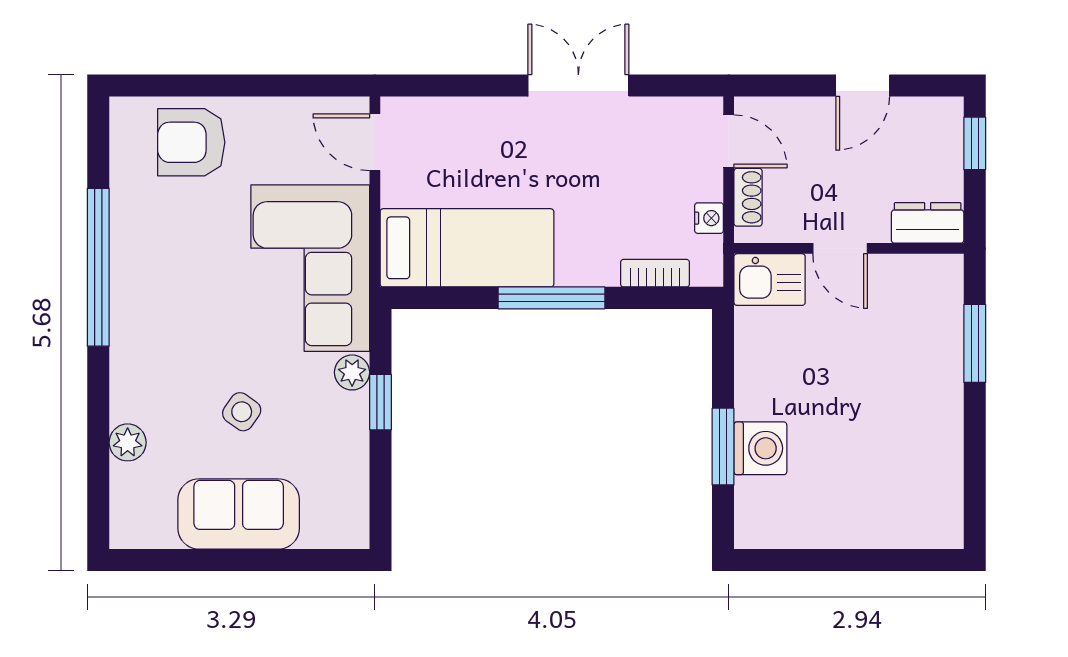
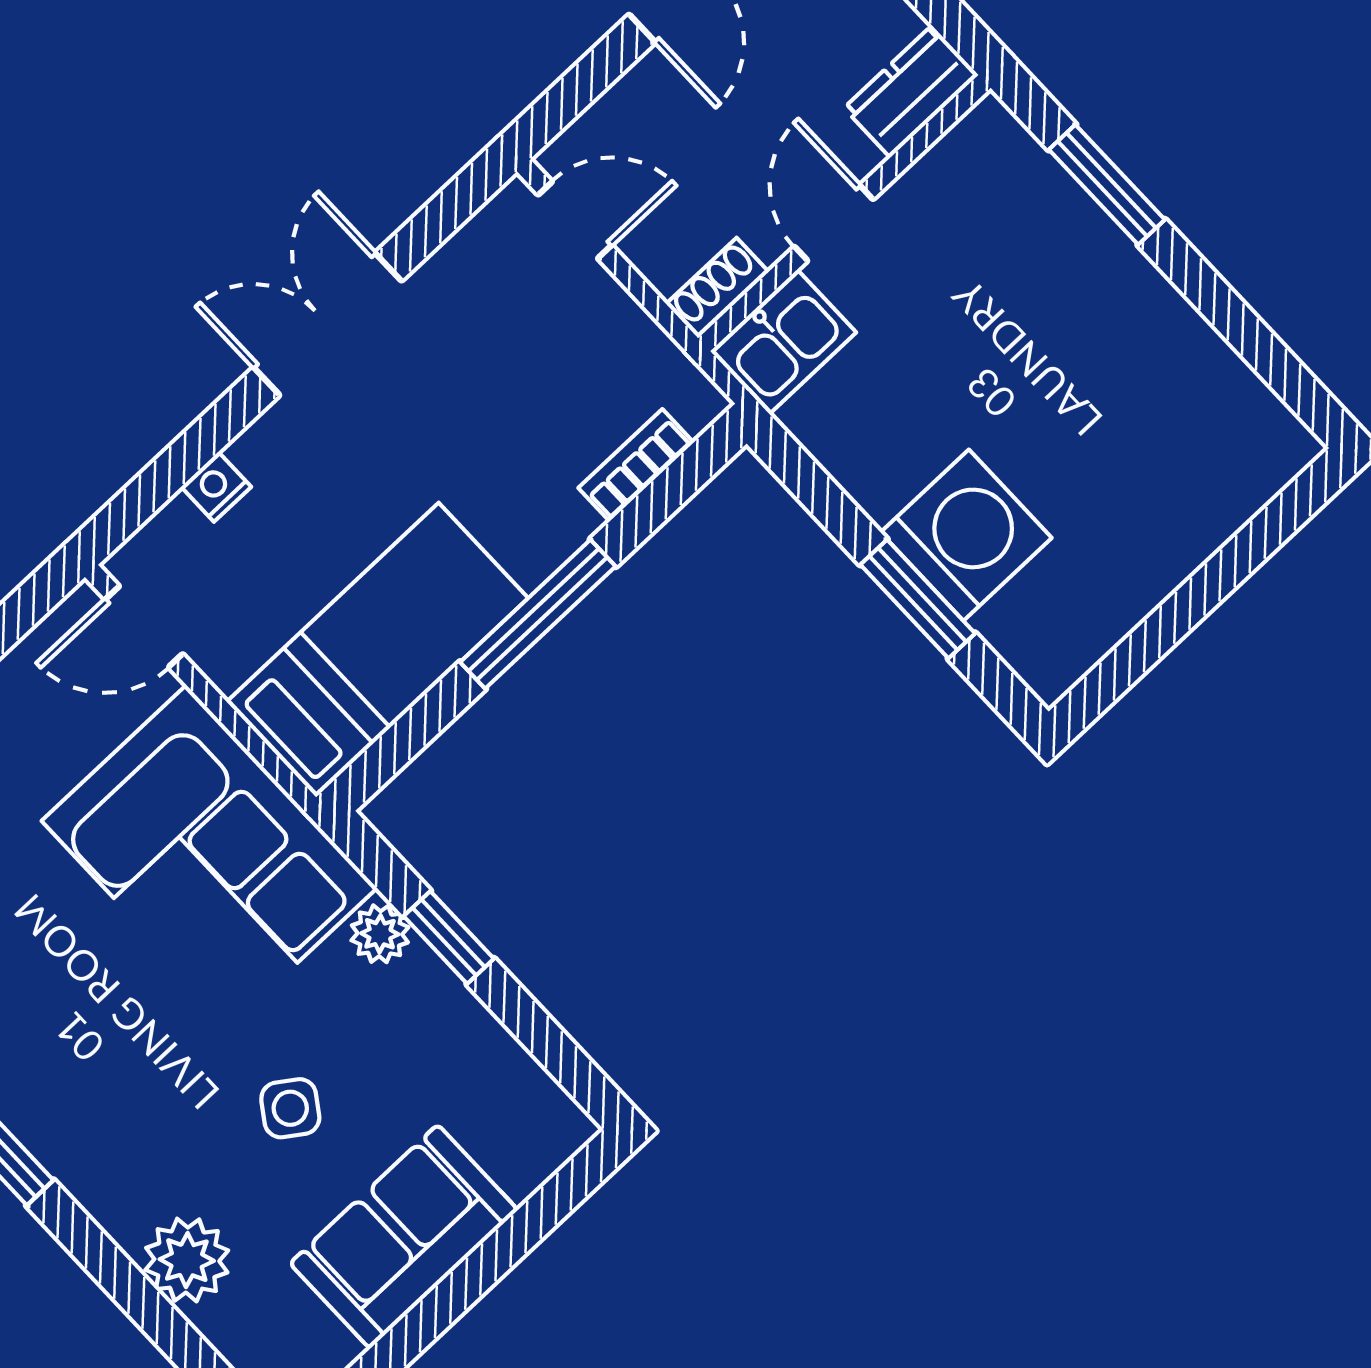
shoe rack: (748, 197) -> (717, 288), moved, turned -90
nightstand: (709, 218) -> (216, 487), moved, turned -90
door: (840, 248) -> (834, 223), swing flipped
plant: (128, 442) -> (187, 1260), width x1.38, depth x1.38
washing machine: (760, 448) -> (966, 535), width x1.37, depth x1.37

